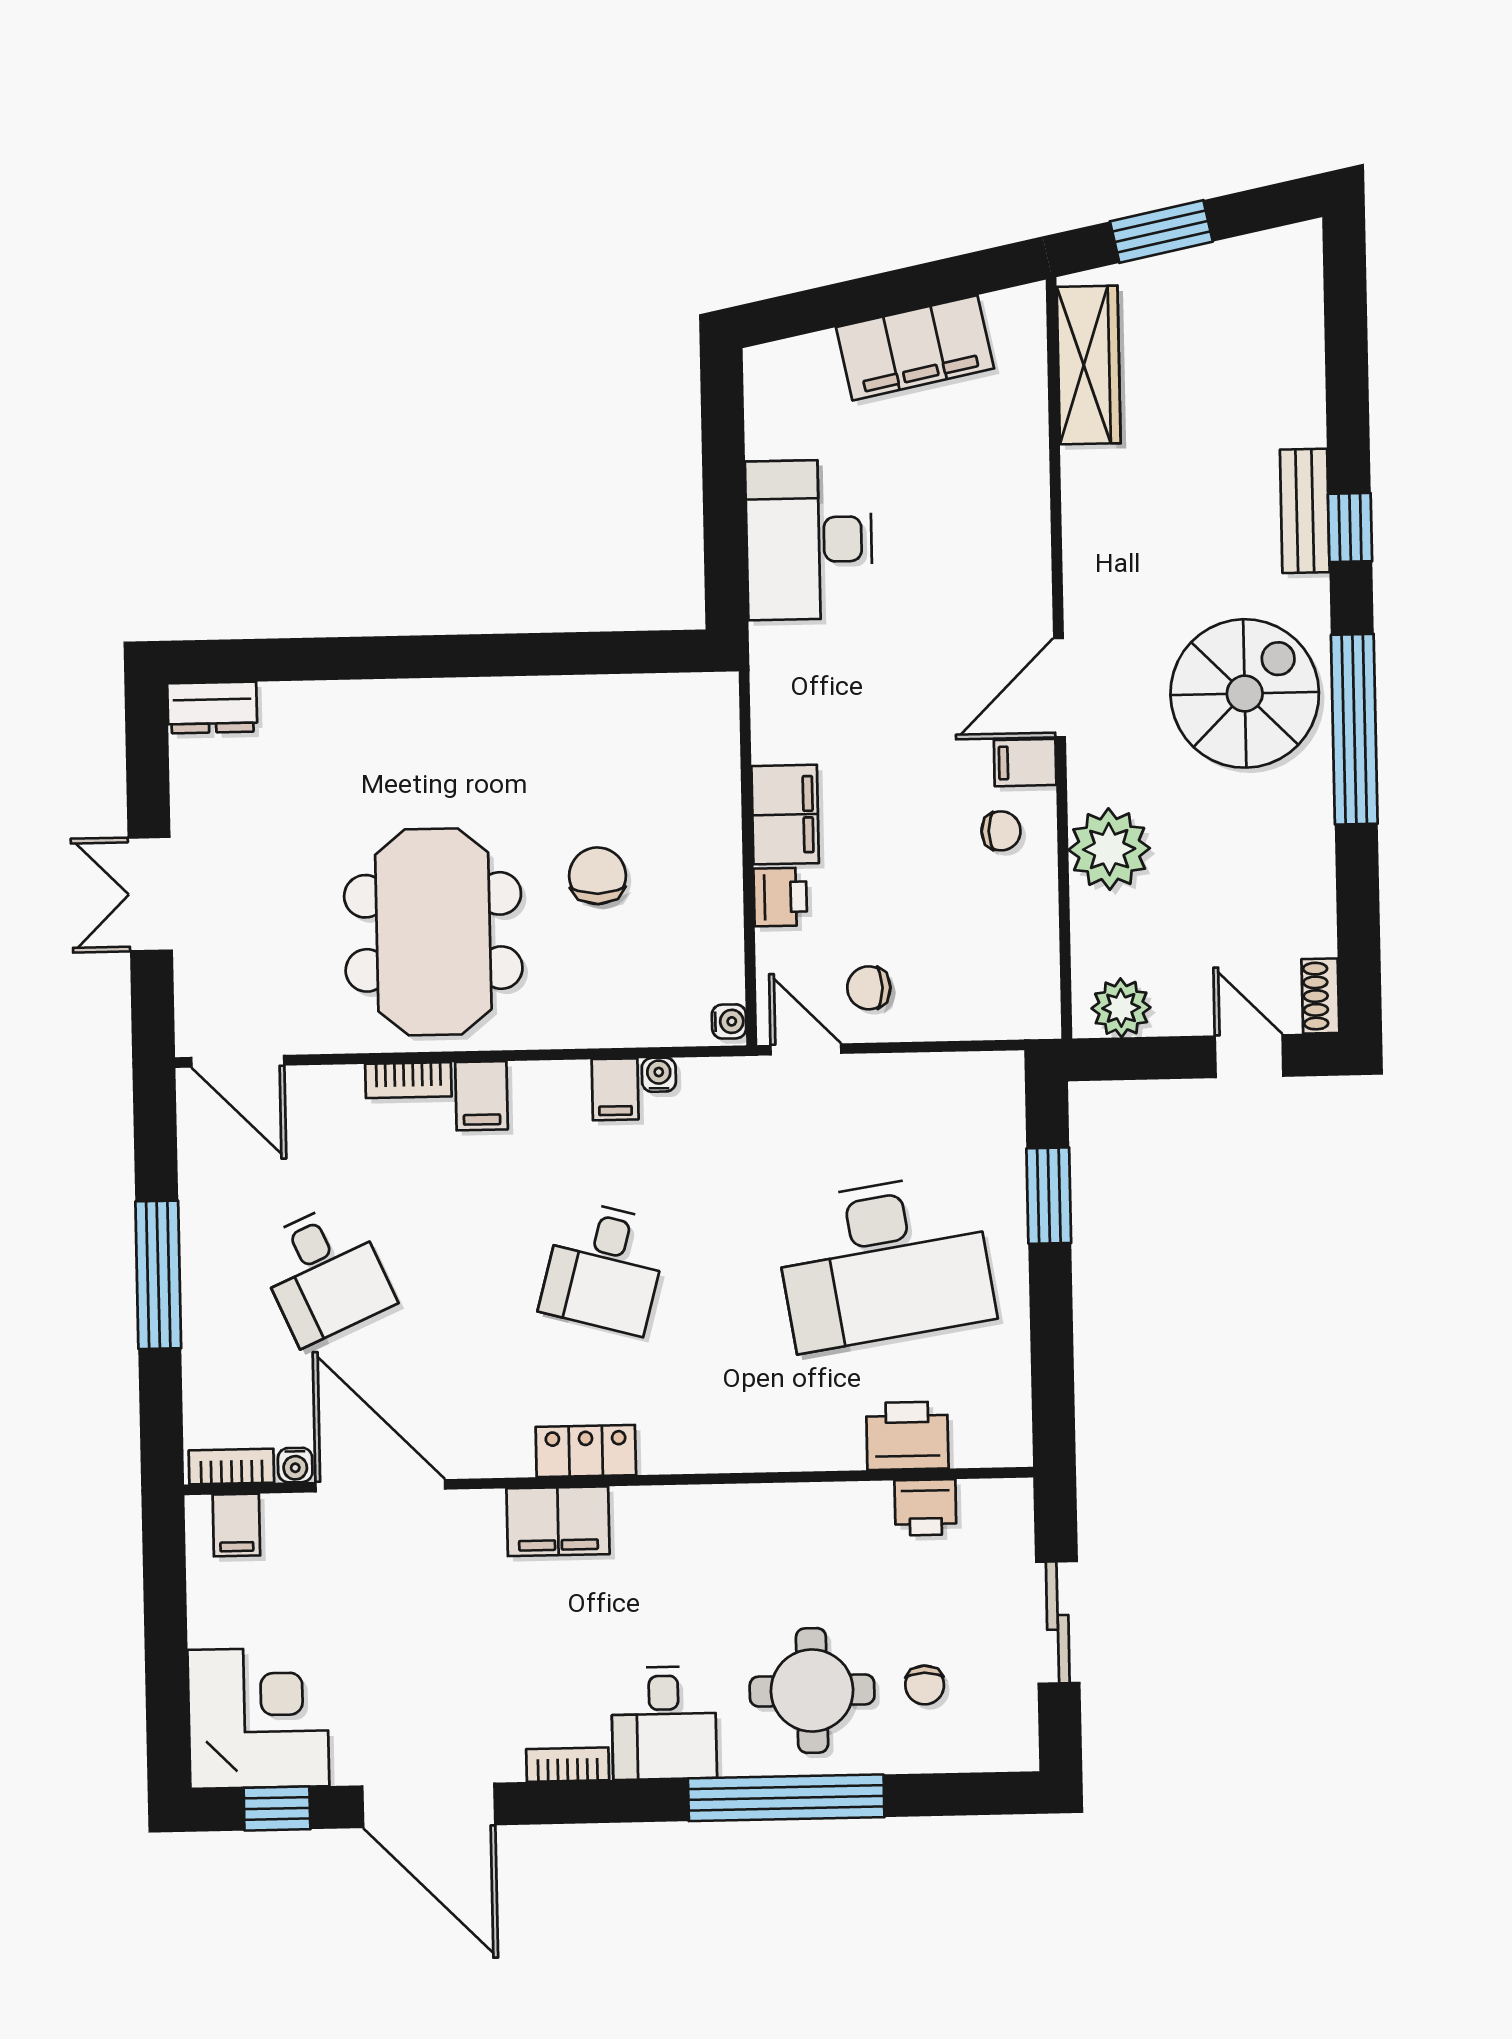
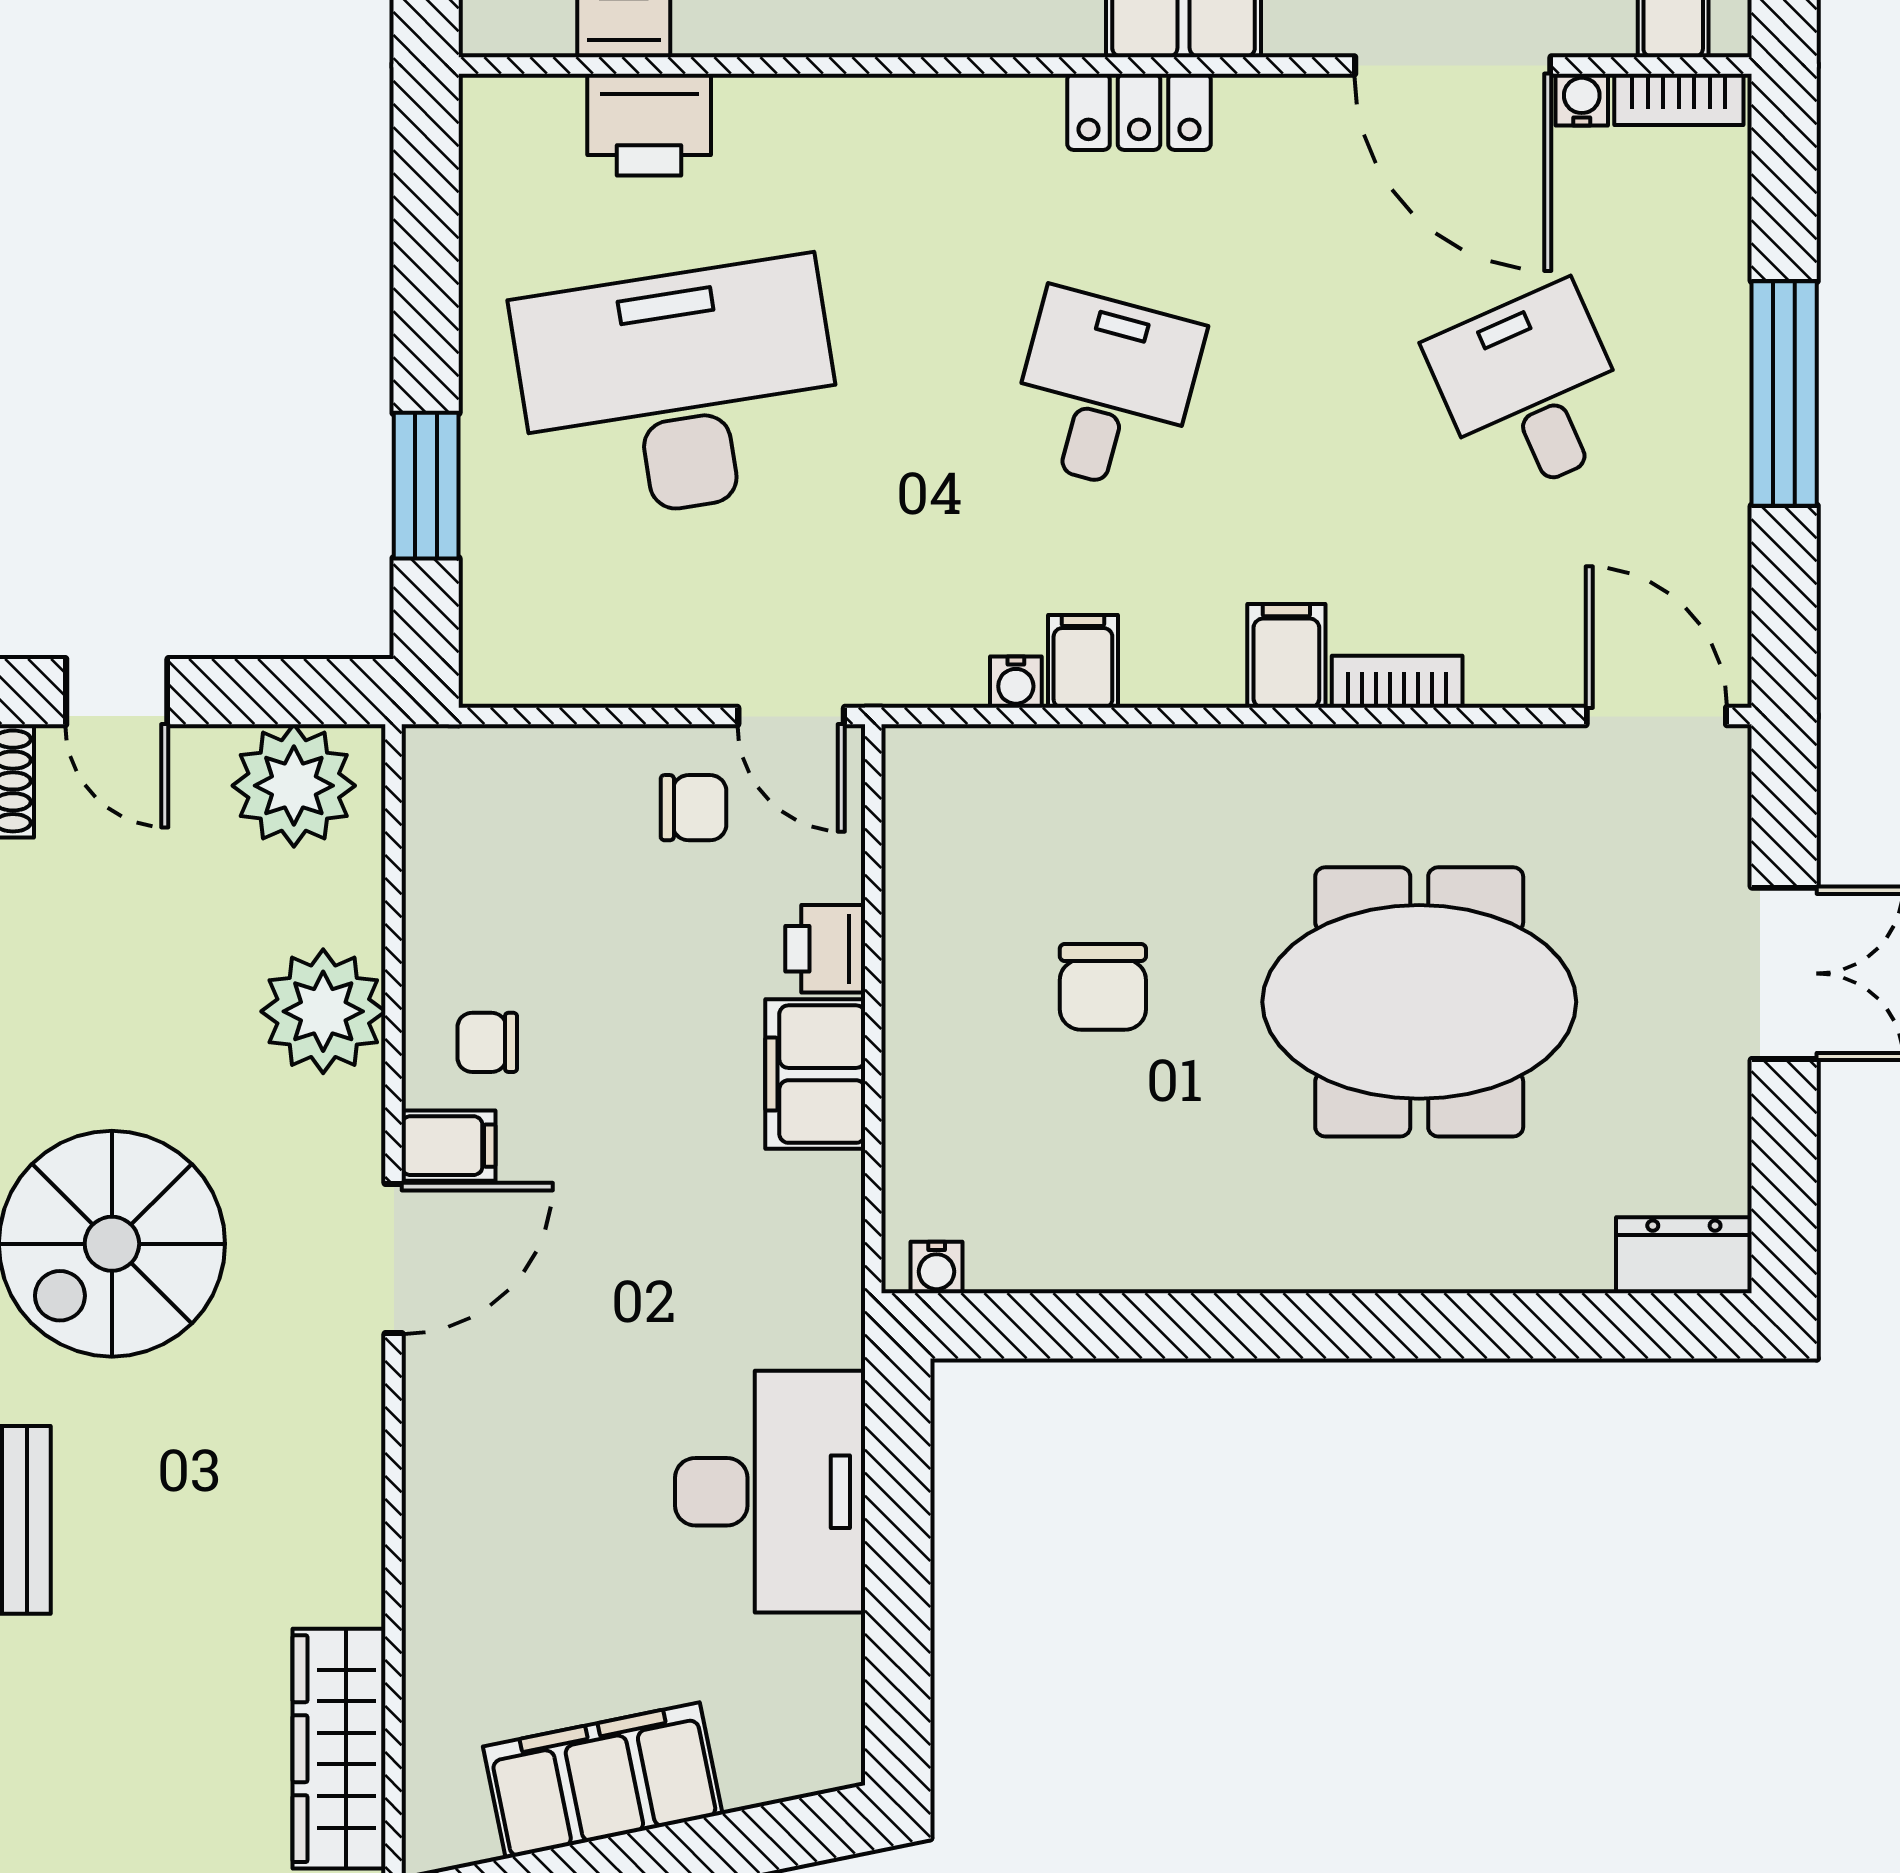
meeting table: (433, 932) -> (1419, 1002), moved, turned 90
plant: (1121, 1008) -> (294, 786), width x1.36, depth x1.36
water cooler: (729, 1021) -> (937, 1268), moved, turned -90

